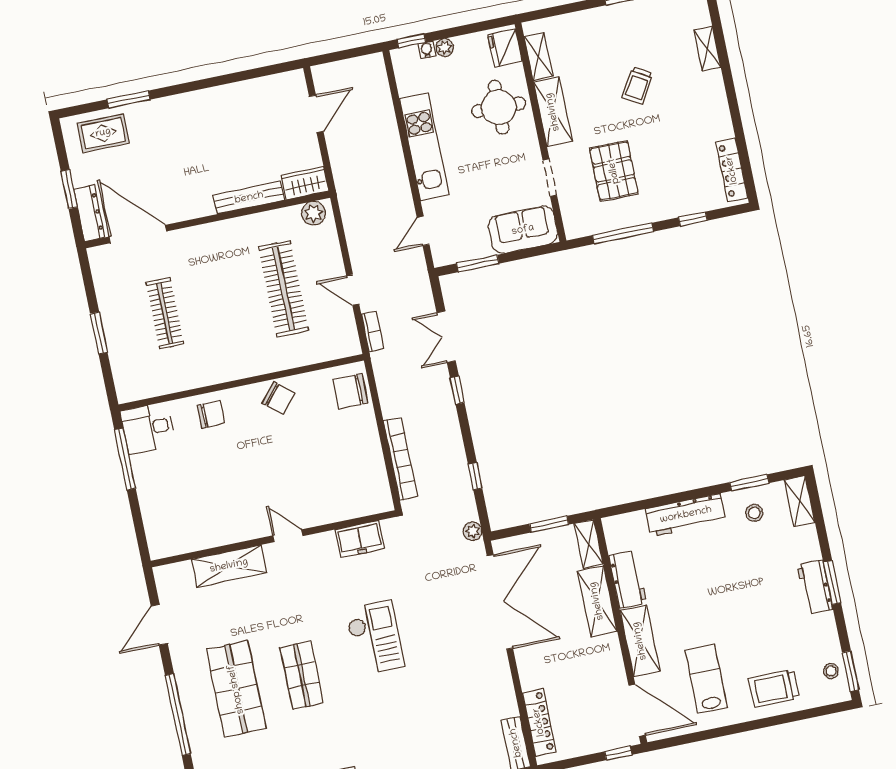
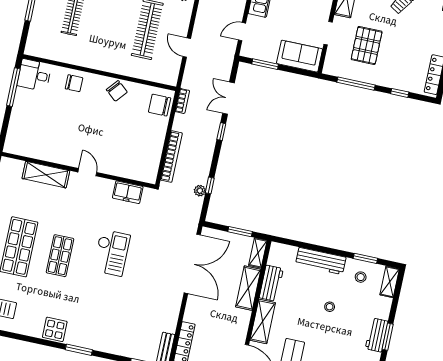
bookcase: (373, 332) -> (182, 101), moved
plant: (472, 531) -> (200, 191), moved
stool: (728, 576) -> (330, 307), added

